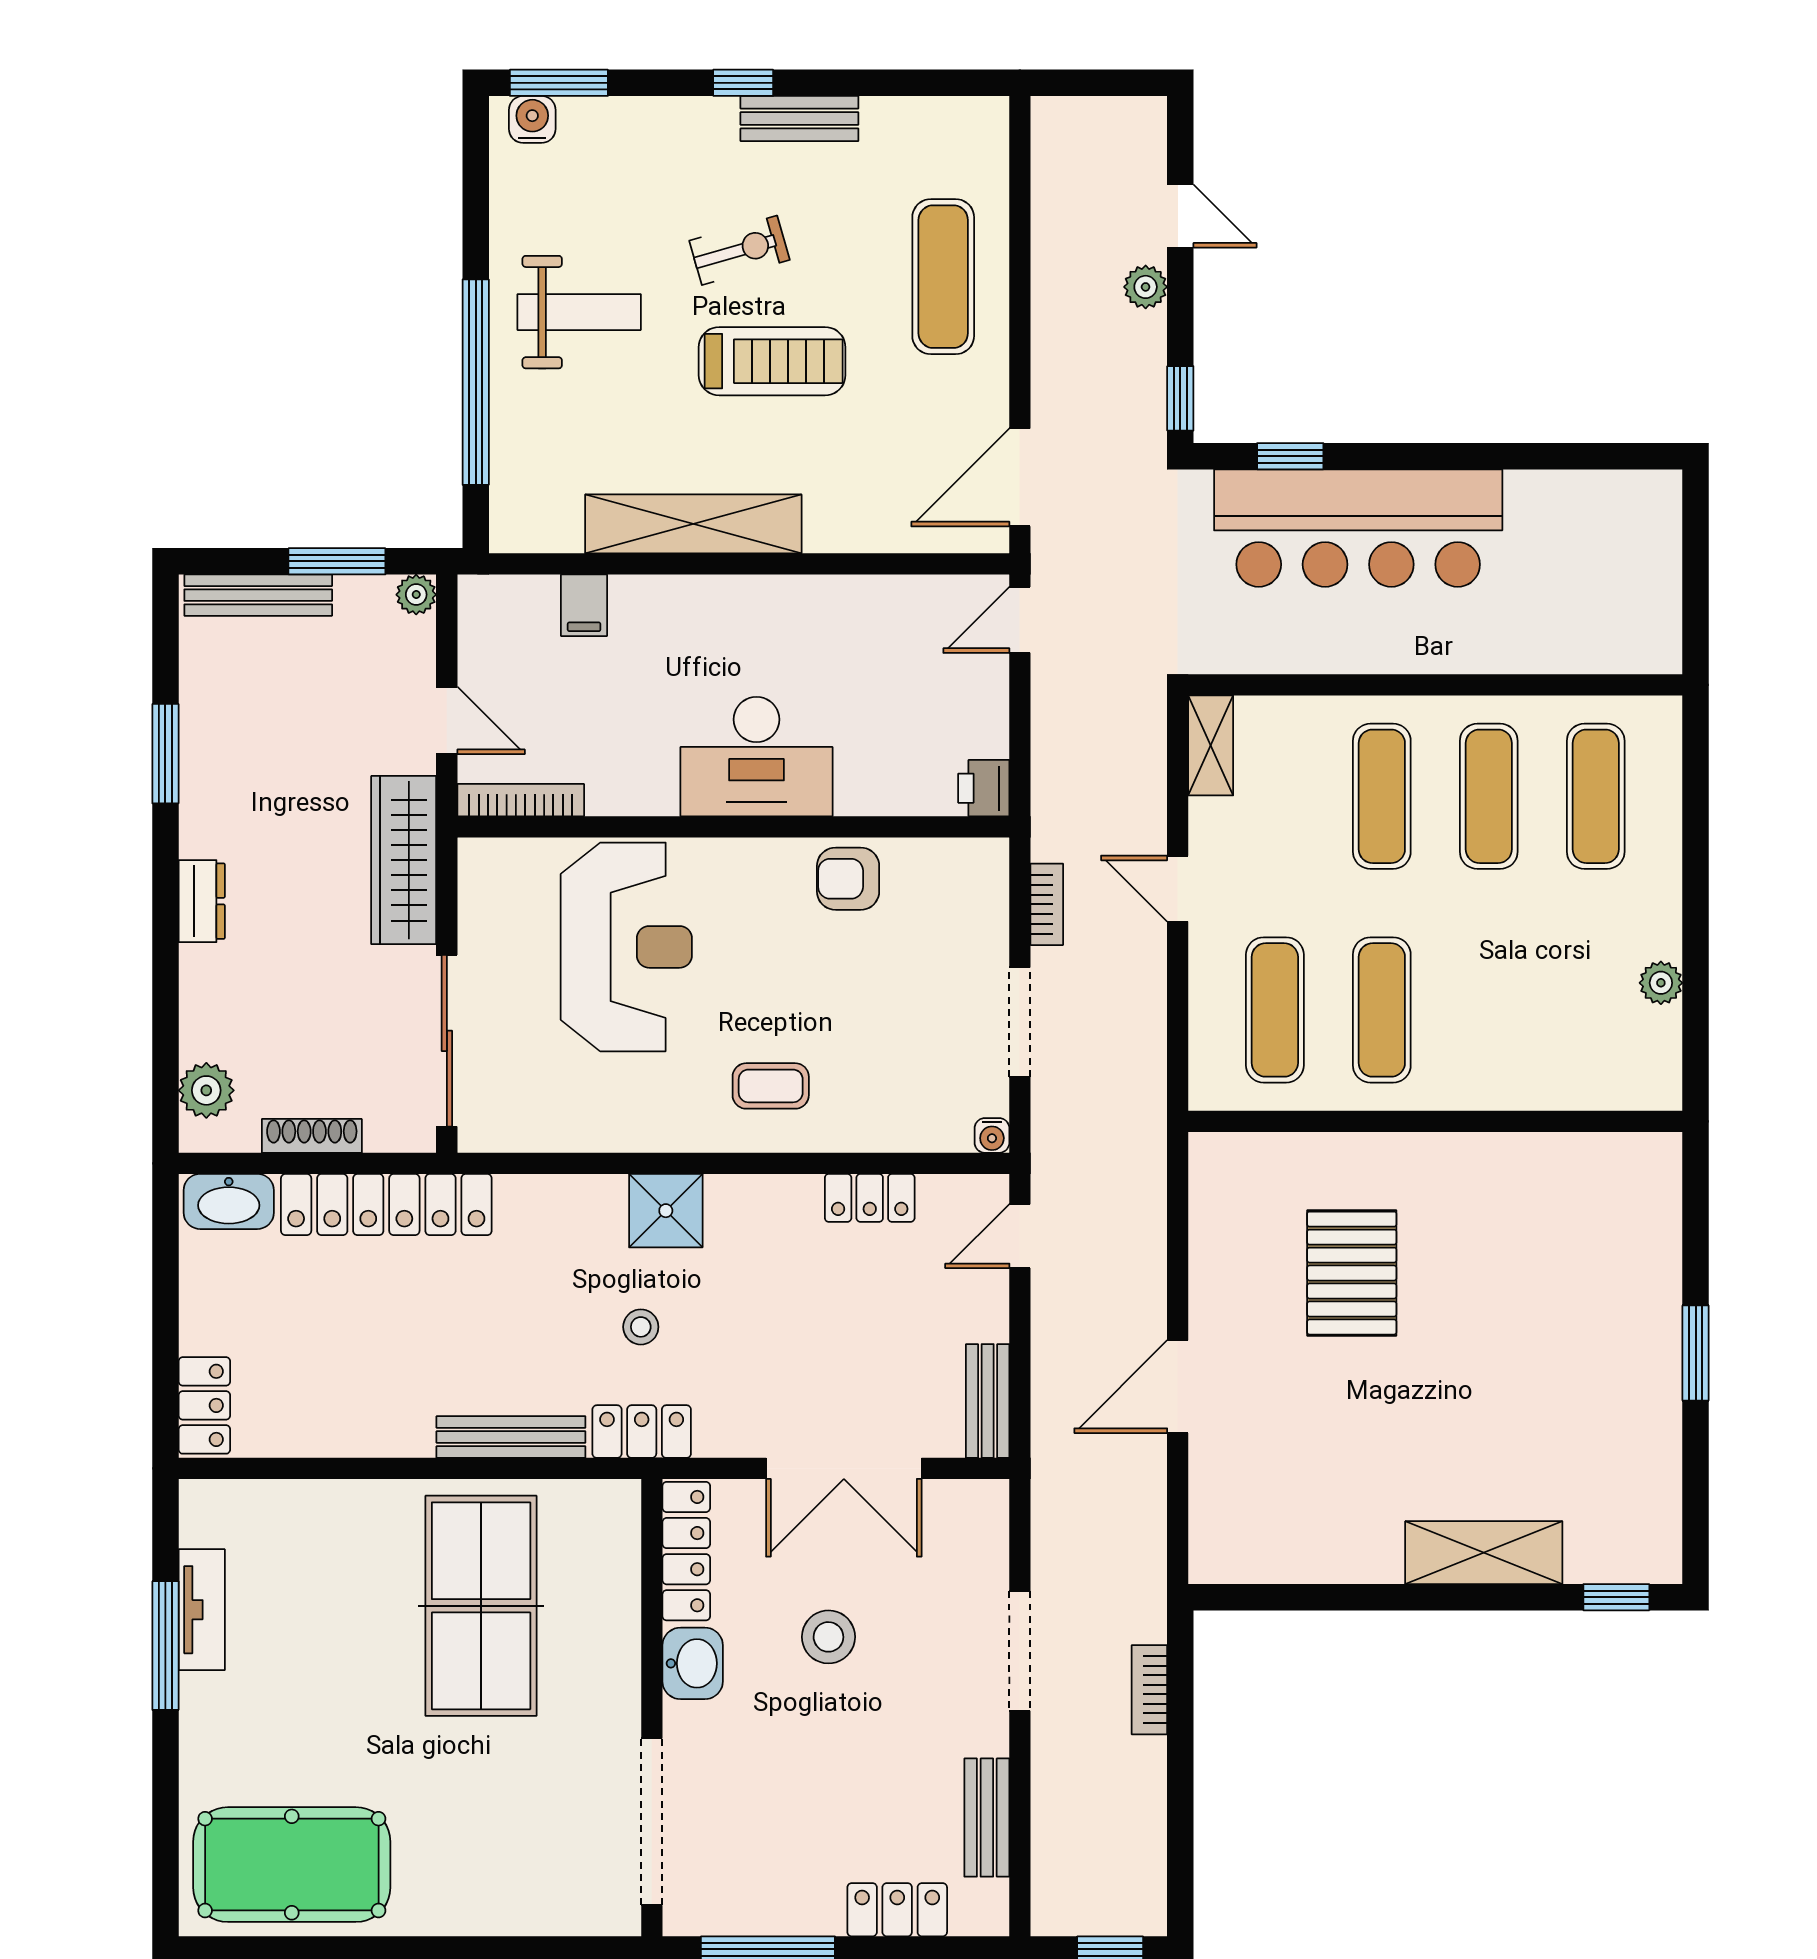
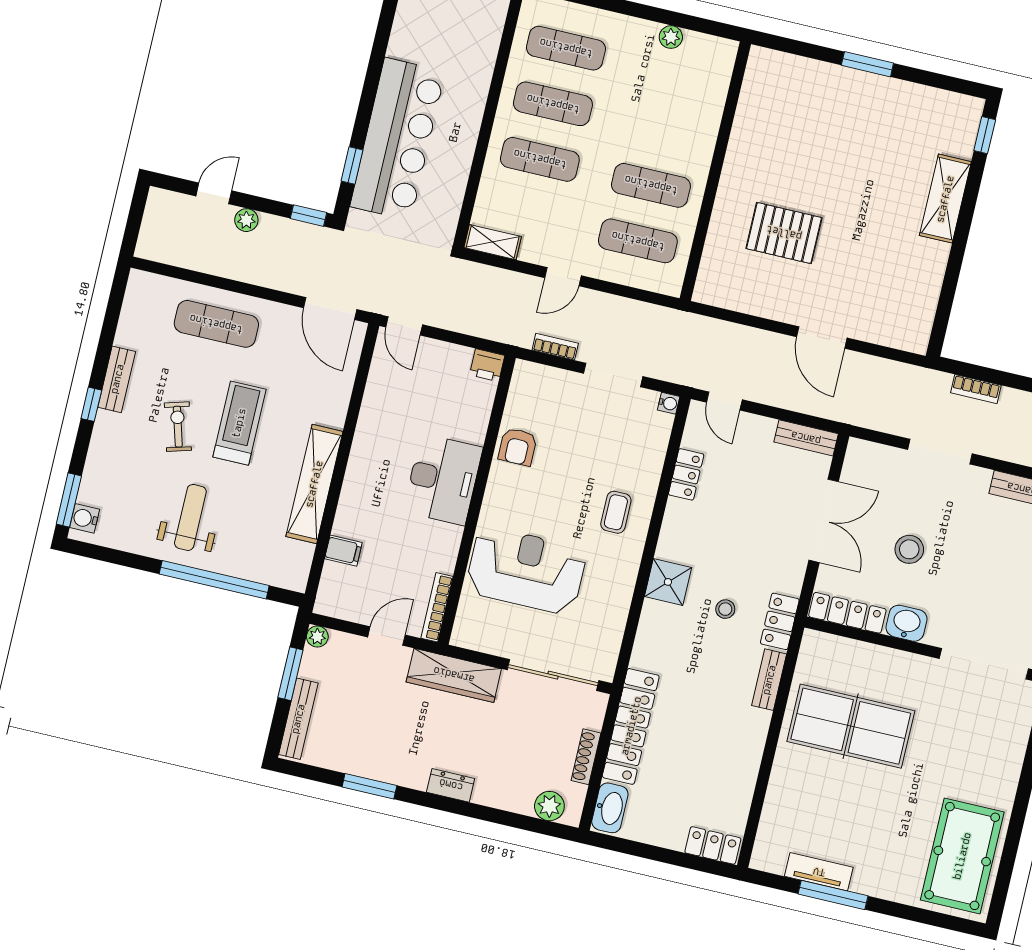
bench: (511, 1437) -> (769, 680), width x0.73

